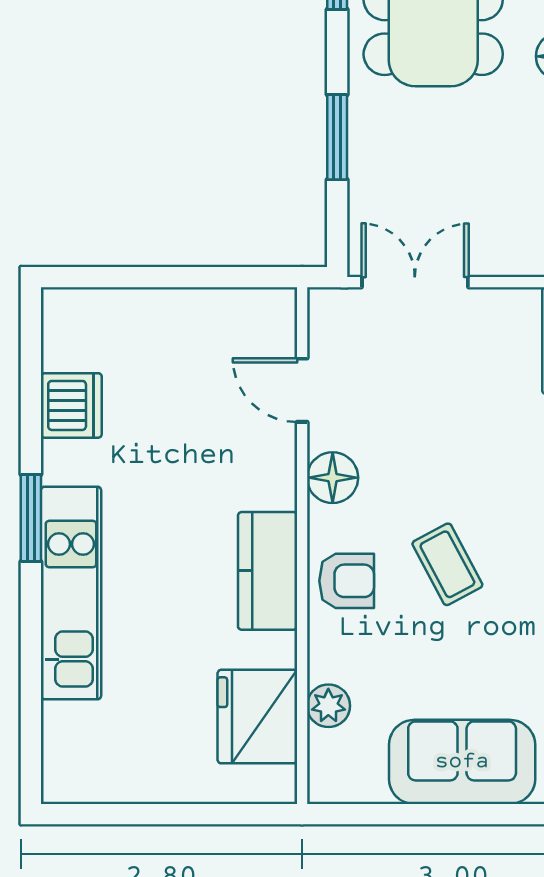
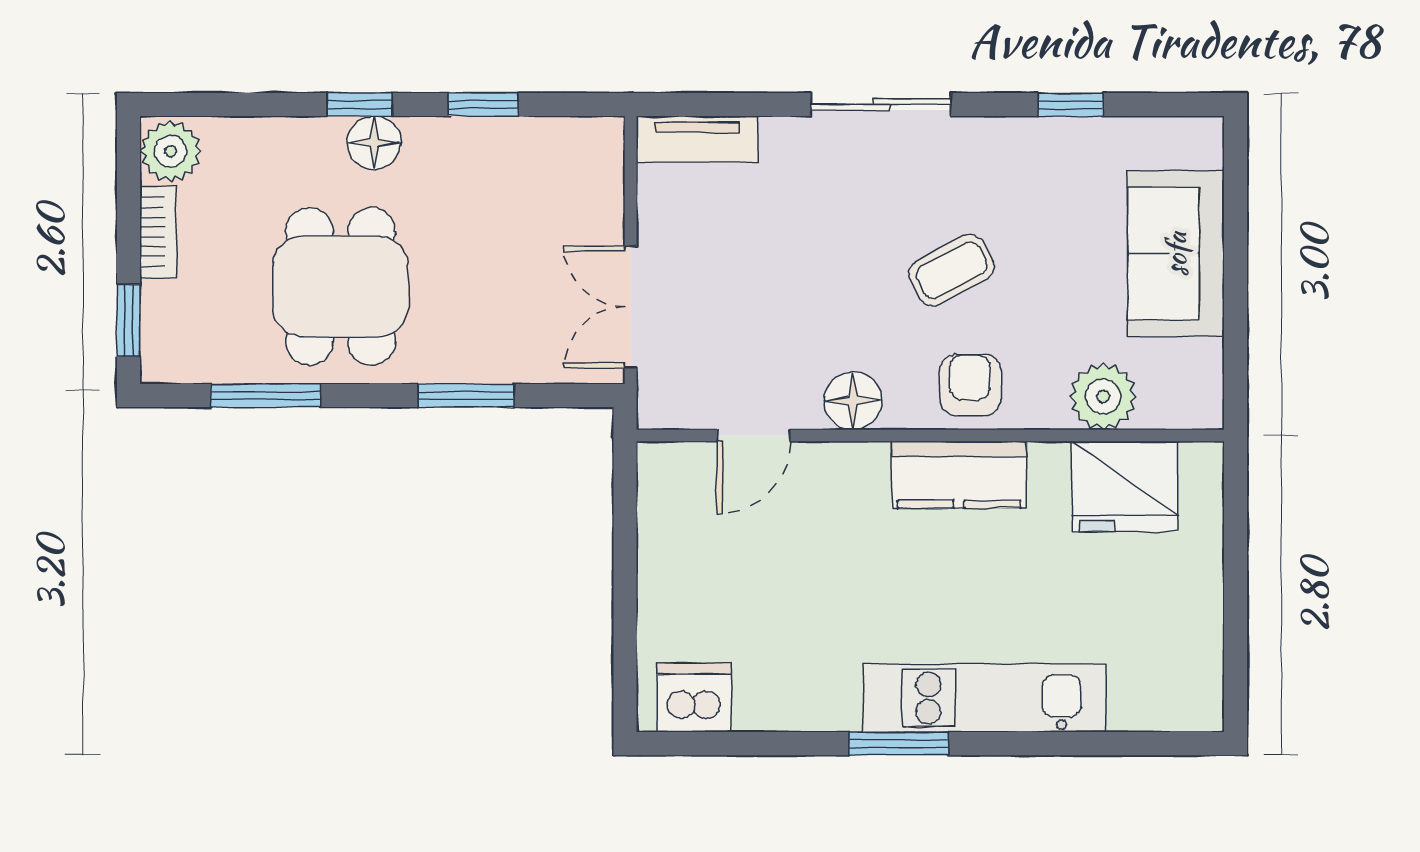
dishwasher: (71, 405) -> (694, 698), moved
plant: (328, 706) -> (1103, 396), width x1.38, depth x1.38

